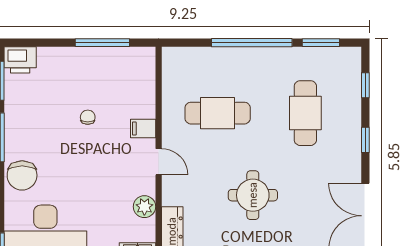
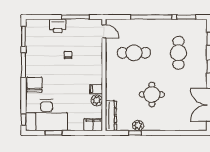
printer: (20, 60) -> (58, 26), moved
filing cabinet: (143, 129) -> (96, 89), moved
door: (159, 162) -> (104, 31), moved
chair: (22, 175) -> (35, 84), turned 180

